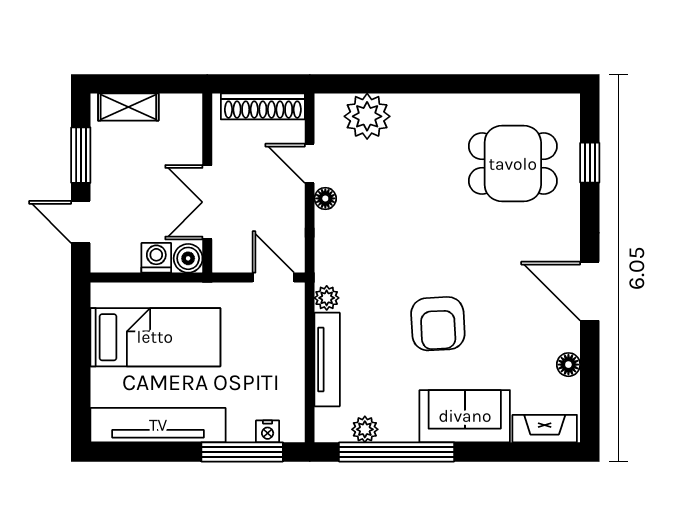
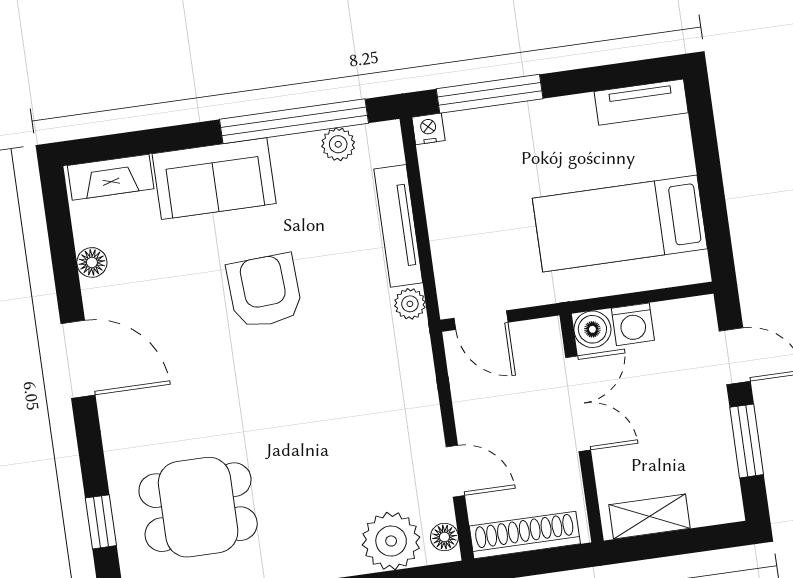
shelving: (128, 107) -> (650, 517), moved
floor lamp: (325, 198) -> (444, 537), moved
tv unit: (158, 425) -> (641, 102), width x0.52, depth x0.78
nightstand: (268, 431) -> (428, 129), moved

